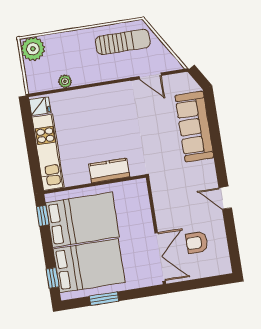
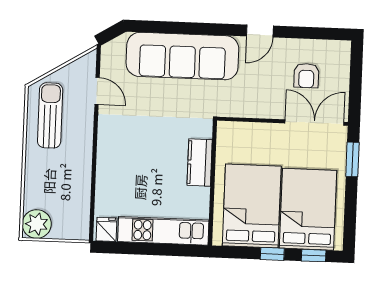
door: (150, 76) -> (97, 91), hinge flipped
plant: (65, 81) -> (83, 194), removed
sofa: (194, 127) -> (182, 56), width x1.36, depth x1.27
window: (43, 216) -> (272, 254), moved
window: (104, 299) -> (352, 159), moved

